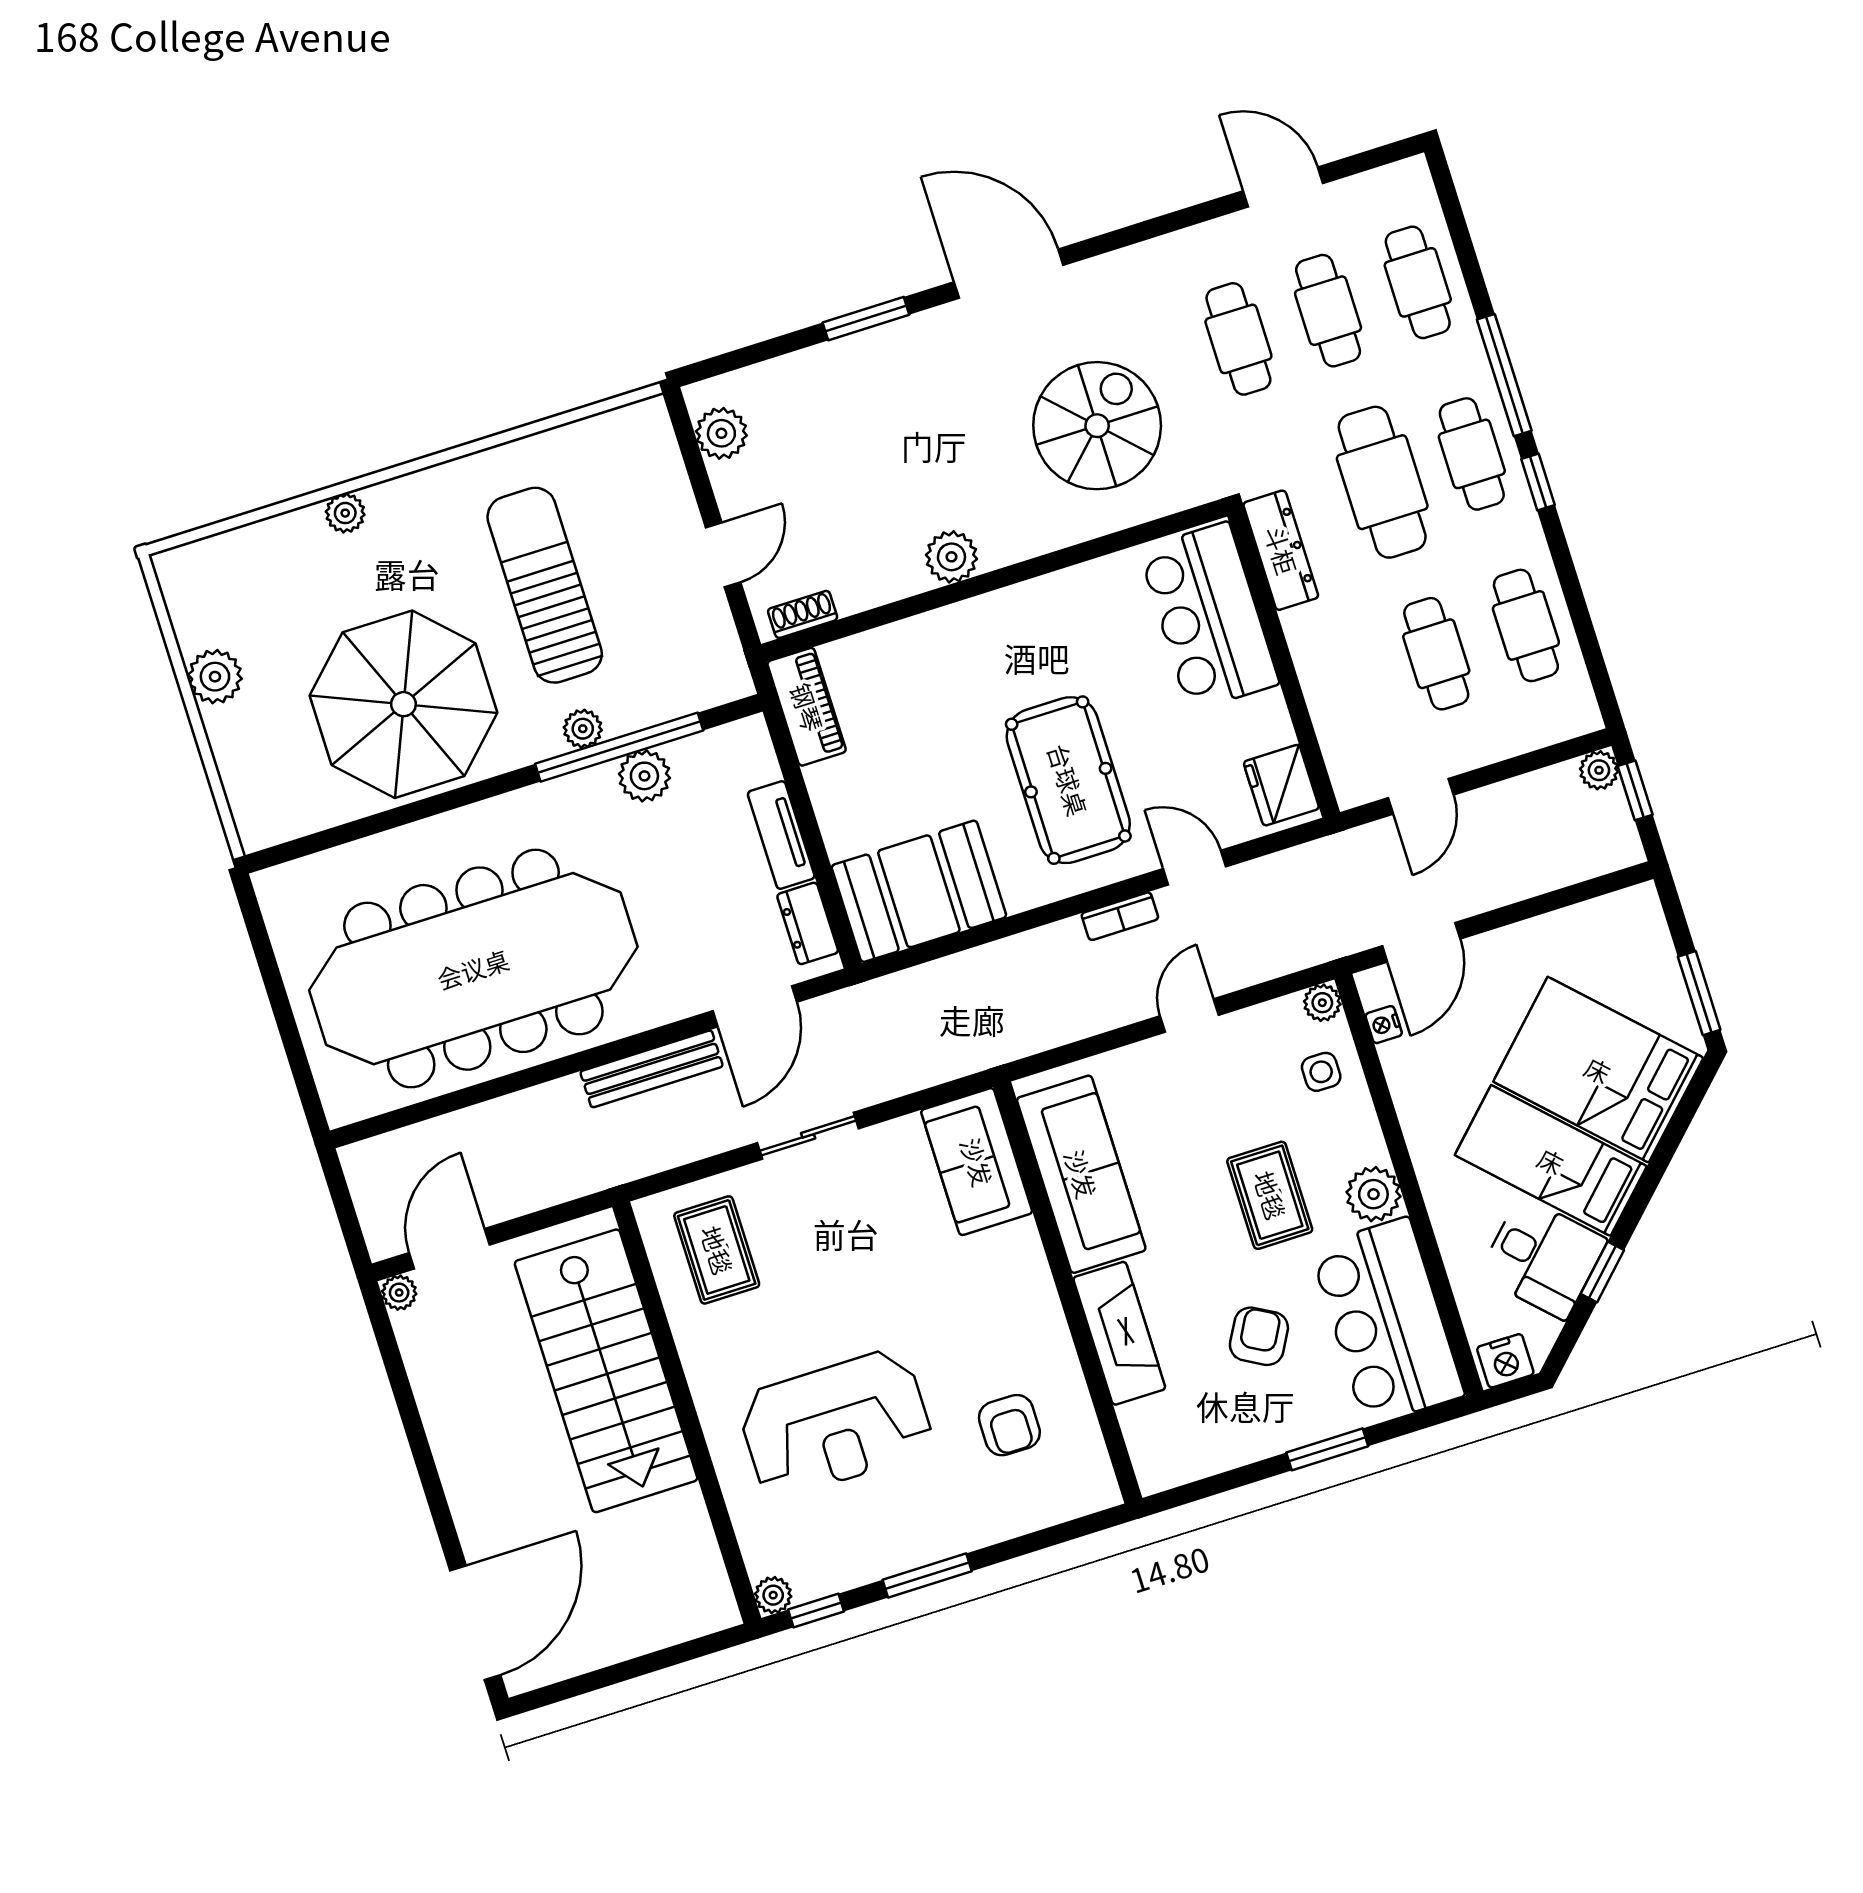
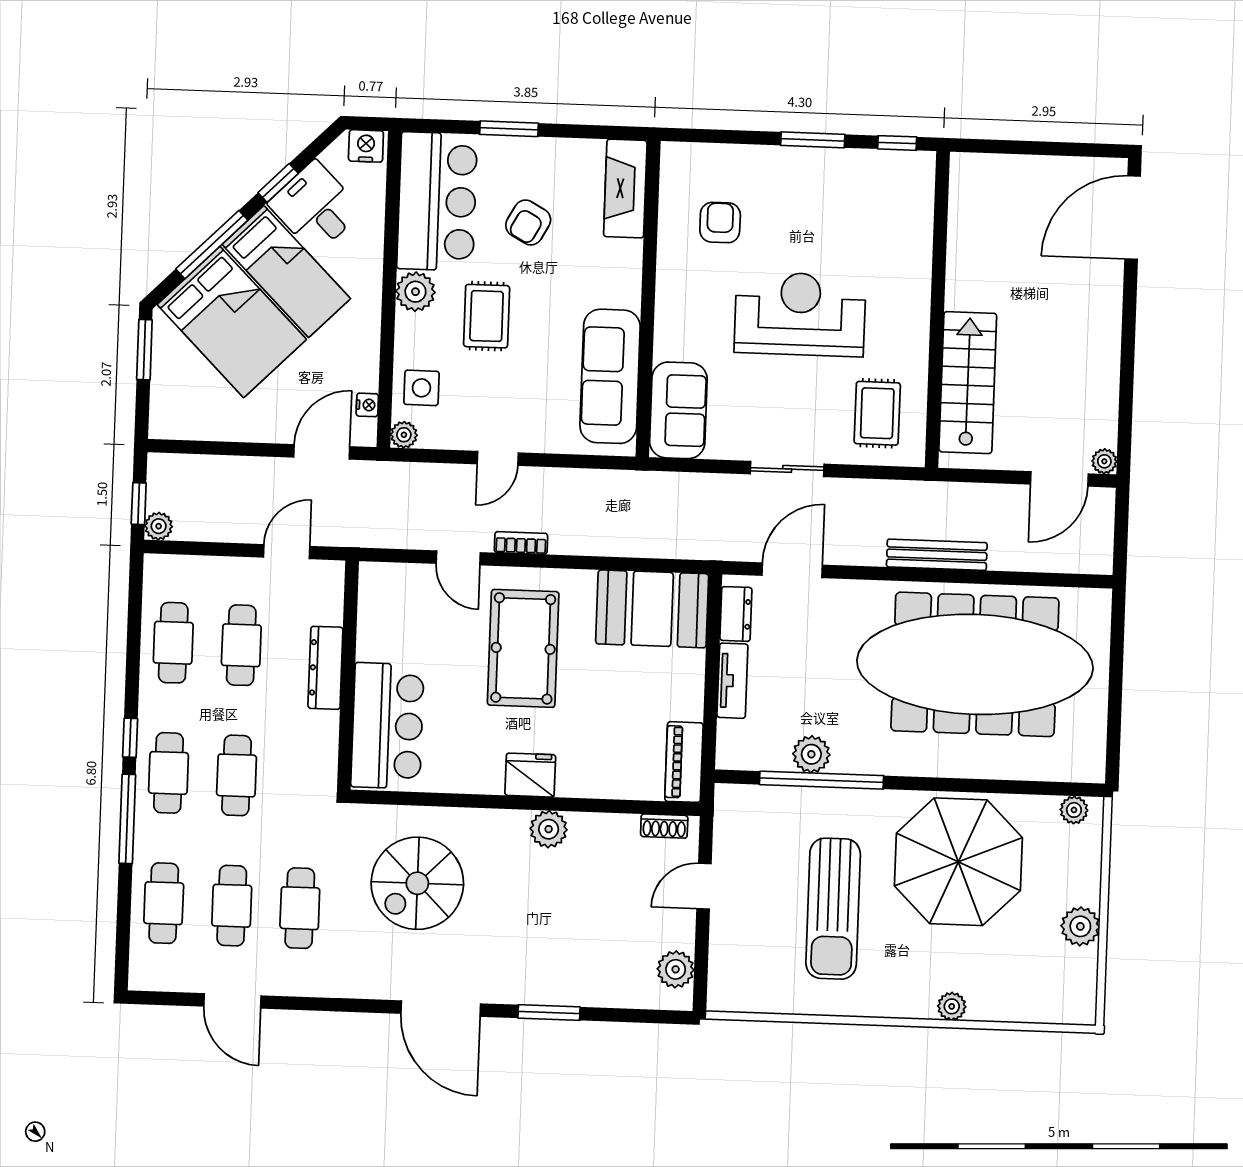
cafe table: (1382, 482) -> (237, 775), width x0.73, depth x0.74
dresser: (1281, 550) -> (325, 668), moved
plant: (583, 729) -> (1074, 810), moved
fridge: (1281, 785) -> (530, 775), moved, turned -90
bench: (651, 1069) -> (937, 555), moved
side table: (1321, 1072) -> (421, 388), width x1.37, depth x1.37
window: (1660, 1161) -> (212, 245), added
fireplace: (1119, 1333) -> (625, 188), moved
stairs: (606, 1371) -> (968, 383), width x0.73, depth x0.66
reception desk: (835, 1424) -> (800, 314), moved
plant: (773, 1595) -> (923, 164), removed

